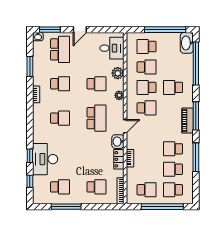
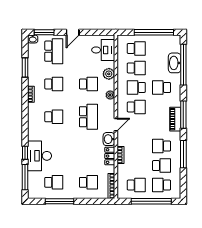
washbasin: (187, 43) -> (175, 63), moved
school desk: (147, 47) -> (136, 48), turned 180
school desk: (173, 169) -> (162, 166), turned 180
window: (30, 181) -> (25, 177), width x2.17

